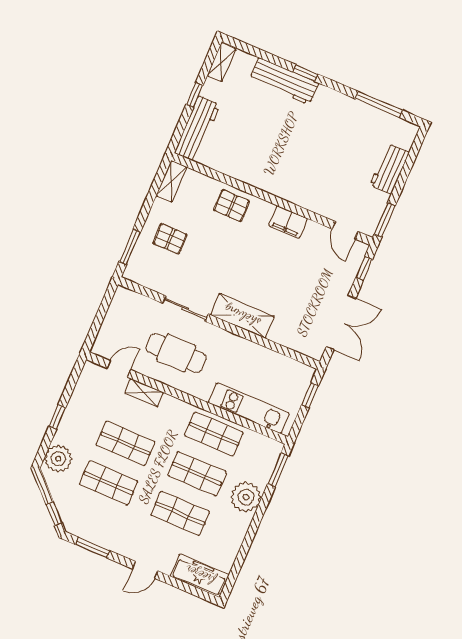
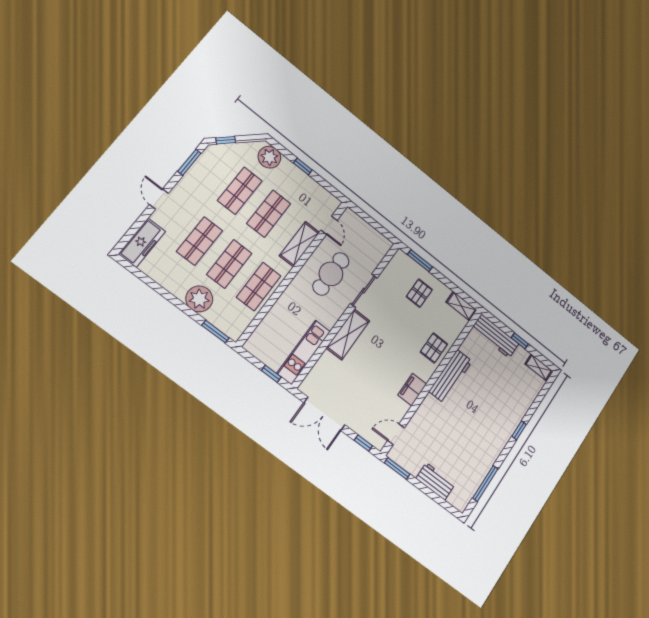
workbench: (284, 81) -> (451, 376), moved, turned 180
shelving: (144, 393) -> (300, 244), width x1.50, depth x1.33
kitchen unit: (249, 408) -> (304, 352), moved, turned 180

